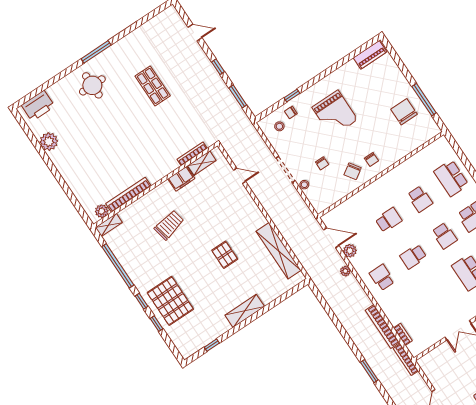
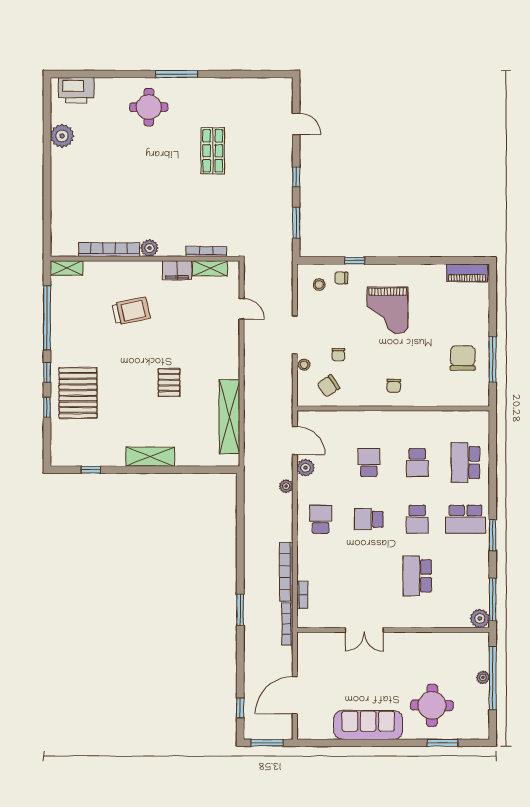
chair: (353, 171) -> (329, 386), moved
plant: (102, 211) -> (150, 248), moved
school desk: (389, 220) -> (369, 463), turned -90

